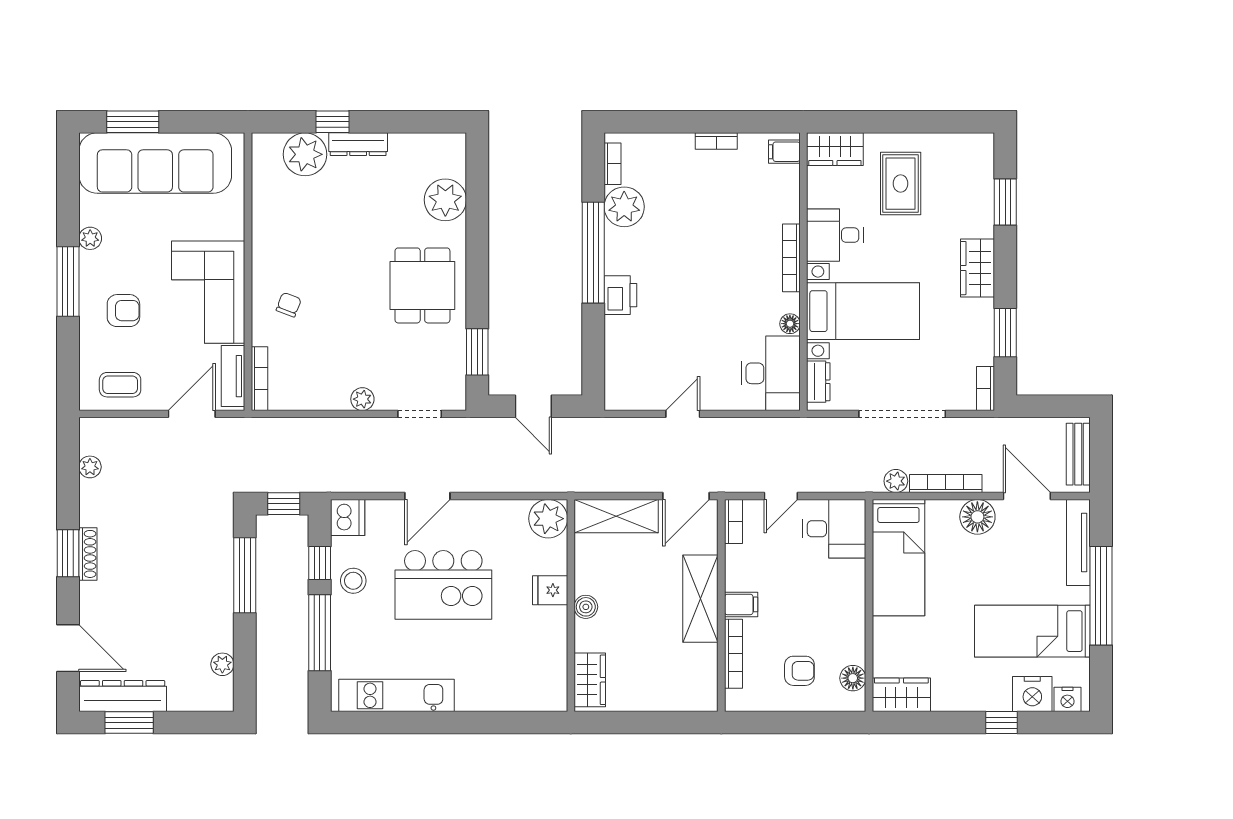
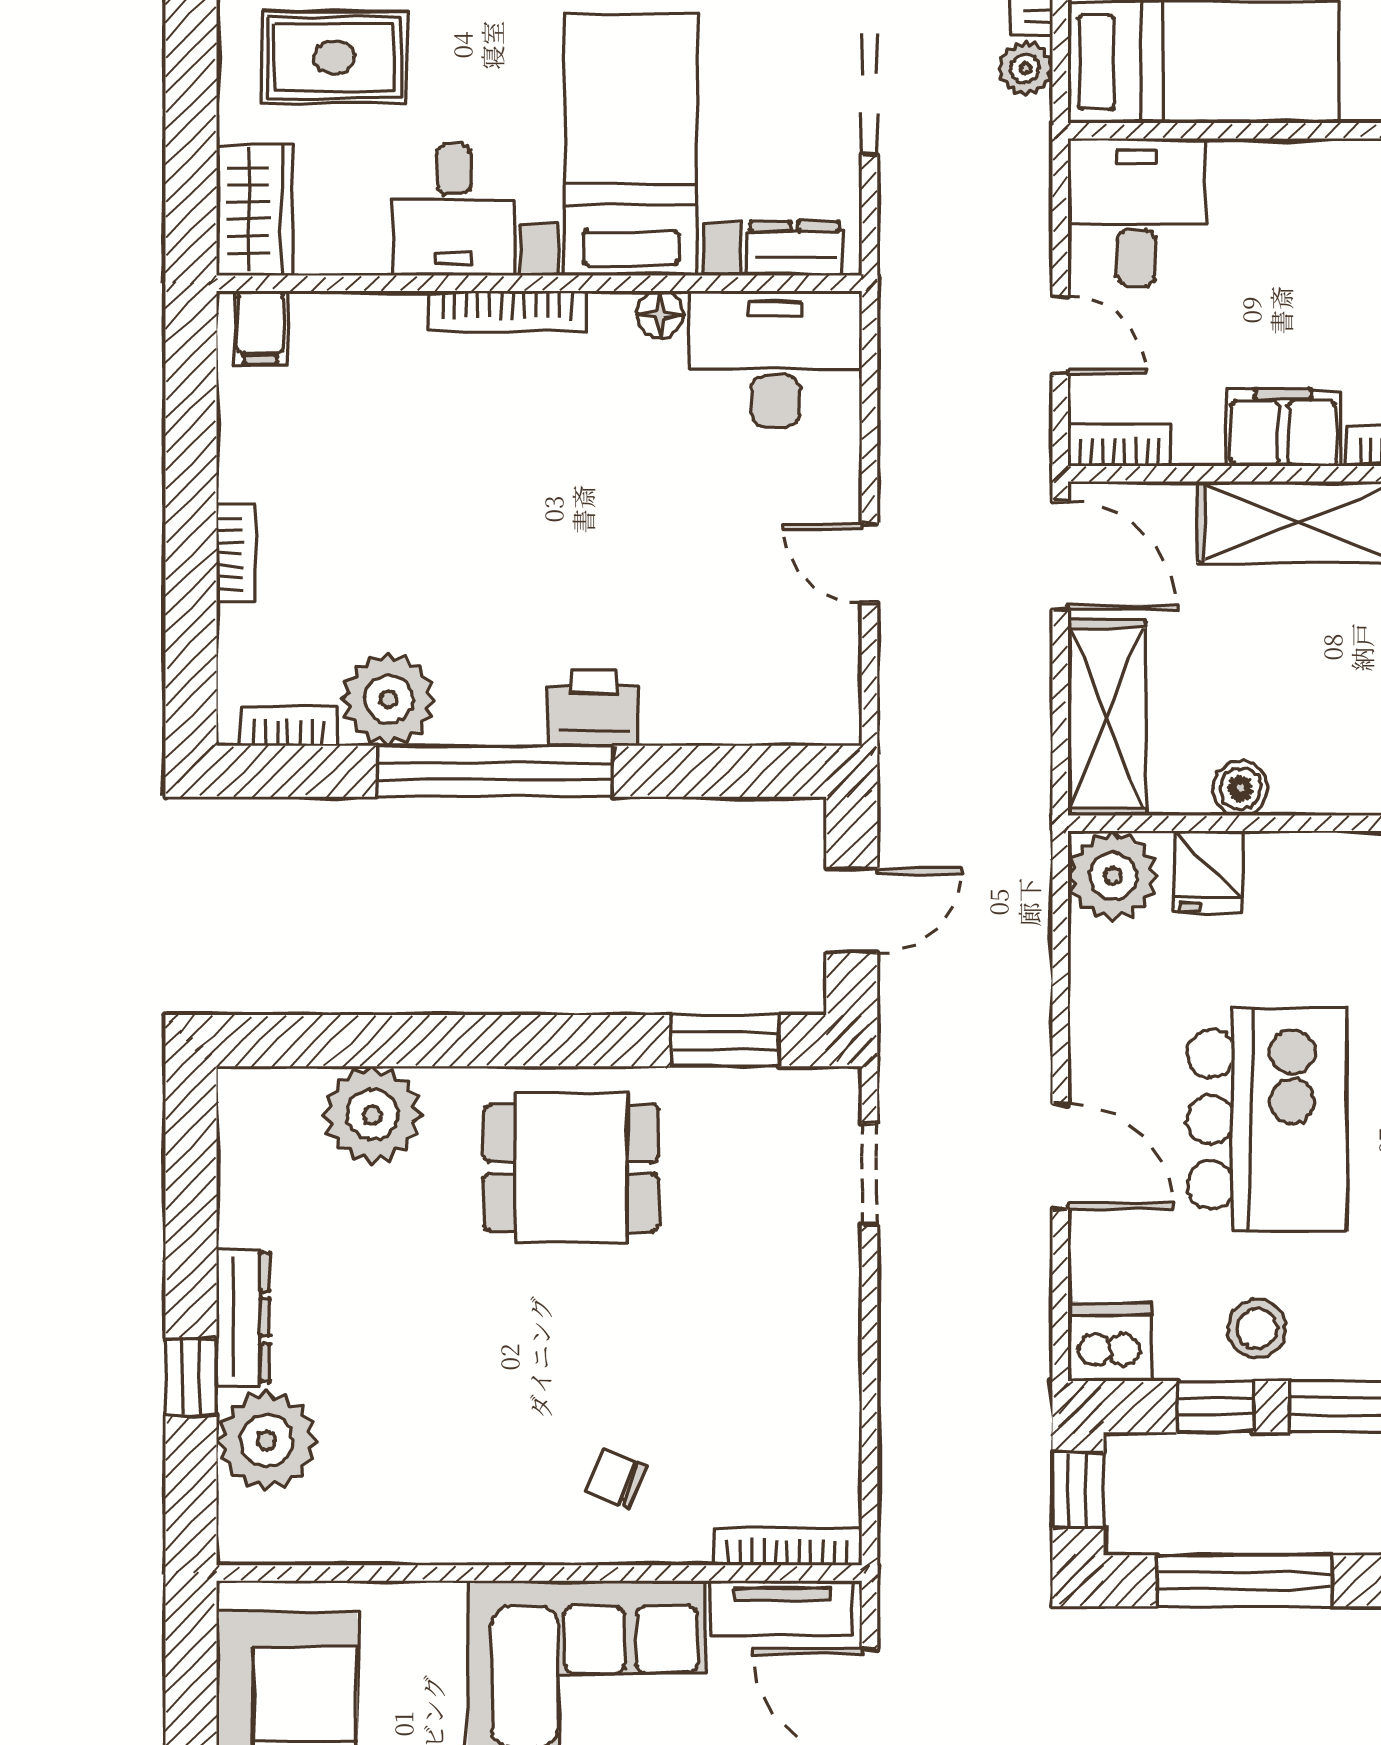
bookcase: (716, 141) -> (236, 554), moved
plant: (362, 399) -> (835, 1307), removed
fridge: (550, 590) -> (1208, 871), moved
filing cabinet: (741, 604) -> (1283, 428), width x2.00
boiler: (586, 607) -> (1241, 788), moved

